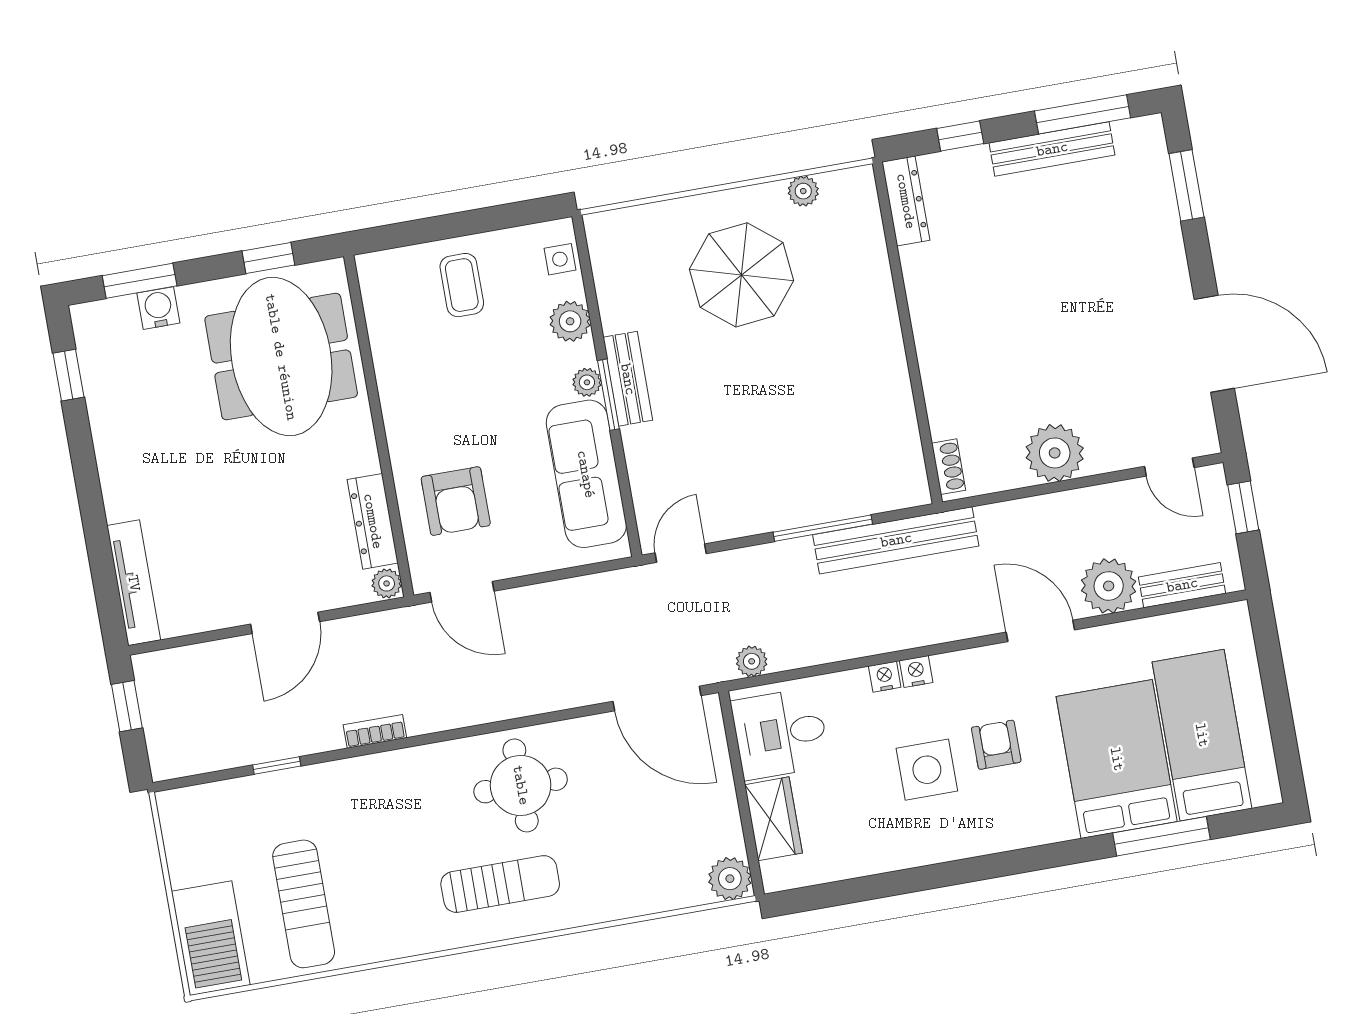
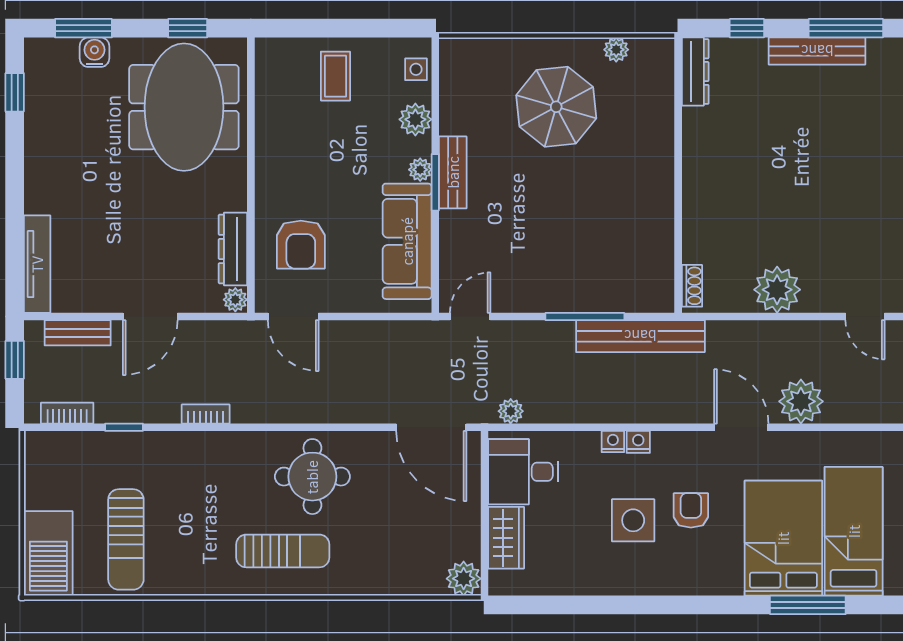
bench: (1182, 585) -> (78, 333), moved
bookcase: (203, 760) -> (67, 413), added

